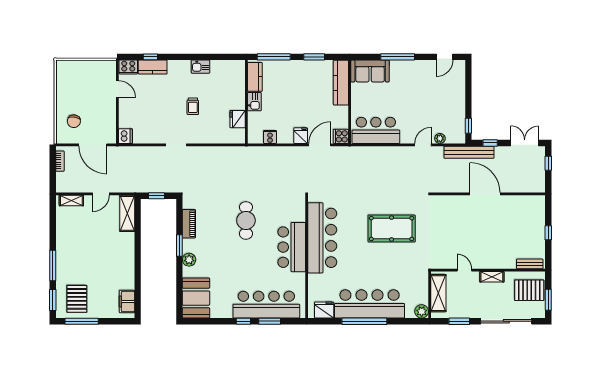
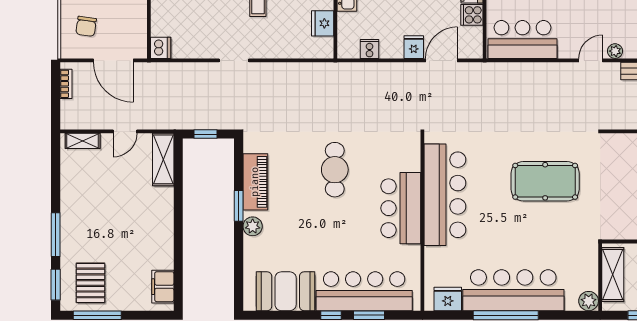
cooker: (341, 136) -> (472, 15), moved
piano: (189, 224) -> (255, 182), width x1.37, depth x1.33
booth: (196, 298) -> (286, 291), moved, turned 90

